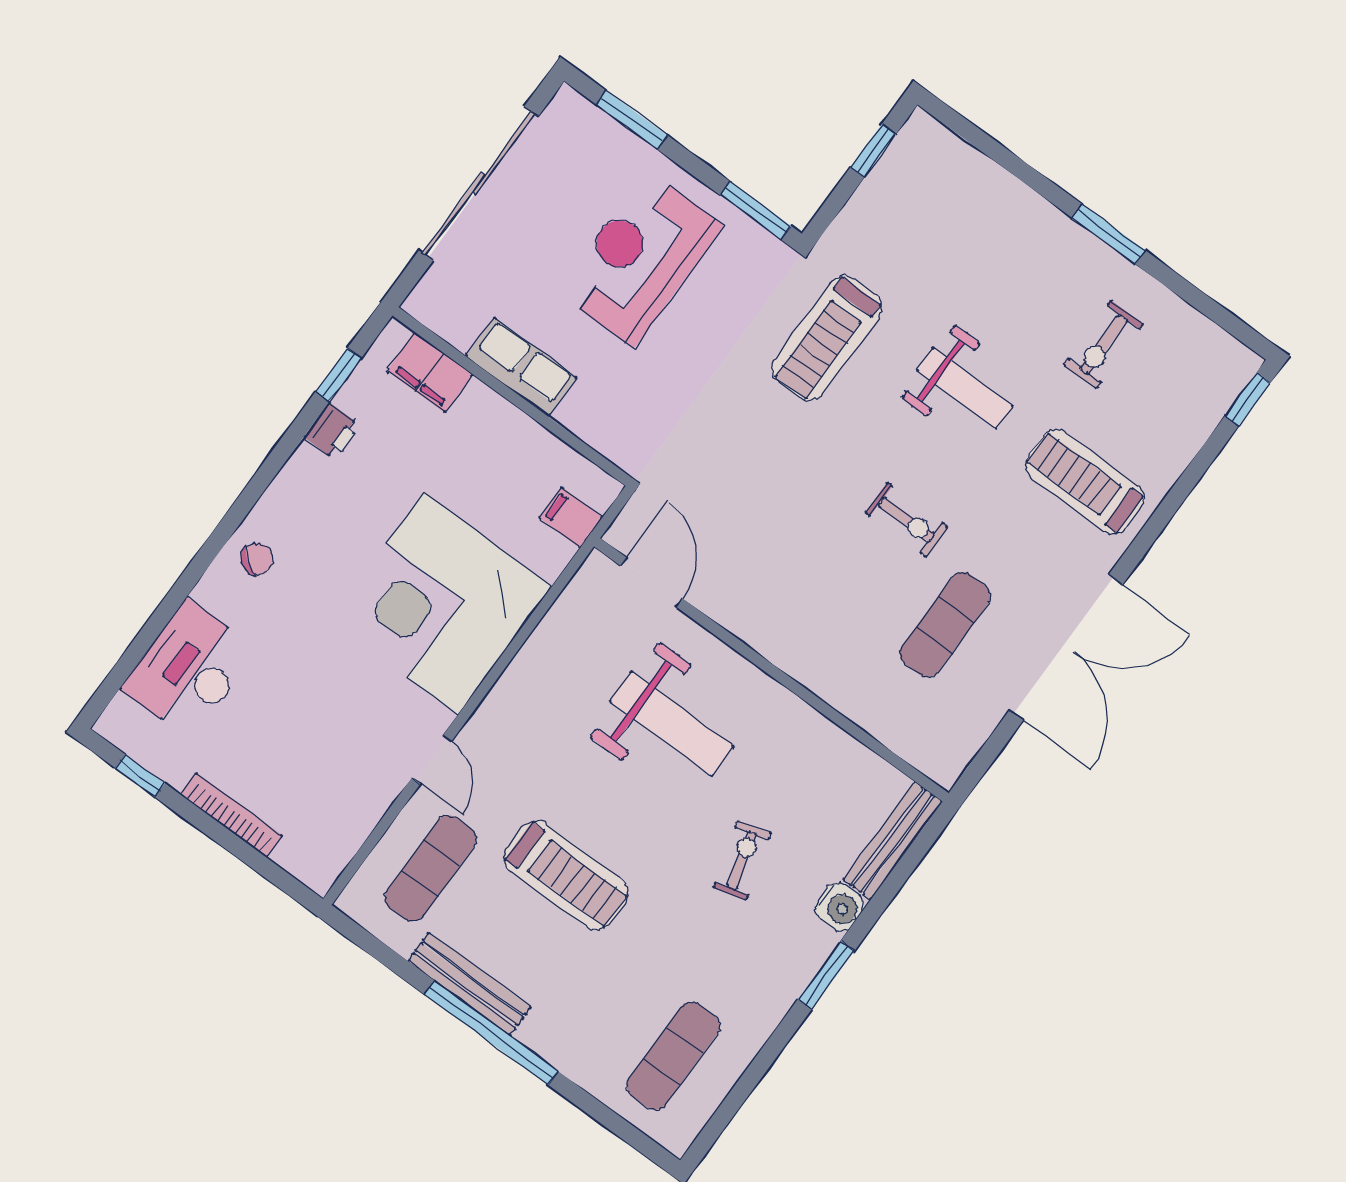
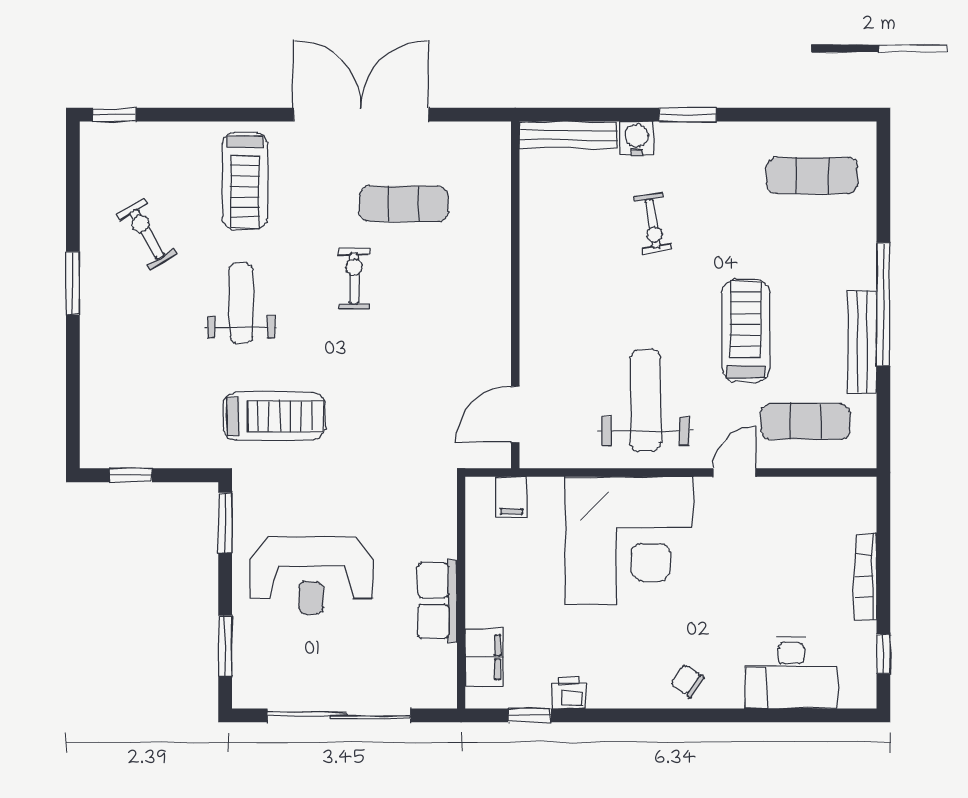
exercise bike: (1103, 344) -> (147, 234), turned -121
weight bench: (671, 724) -> (646, 401), moved
exercise bike: (742, 860) -> (653, 224), turned -83

